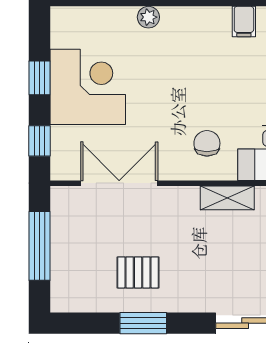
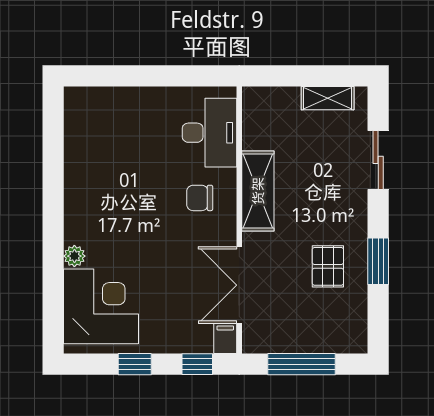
filing cabinet: (244, 21) -> (225, 339), moved, turned -90
corner desk: (88, 87) -> (101, 306), moved, turned 90
shelving: (227, 198) -> (258, 191), width x1.50, depth x1.33

